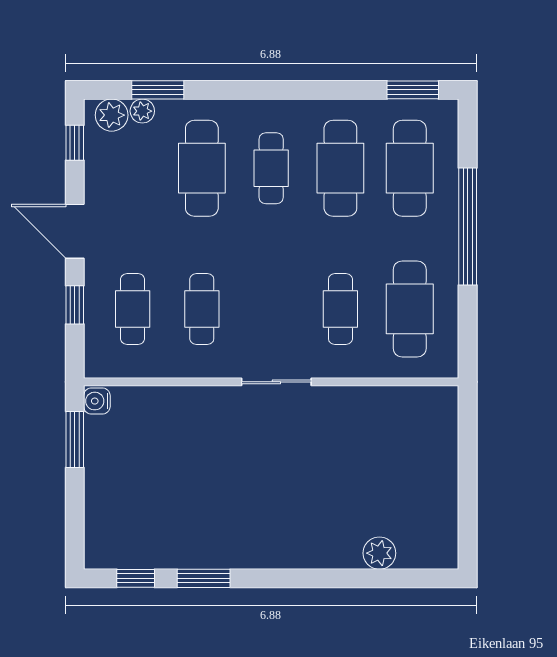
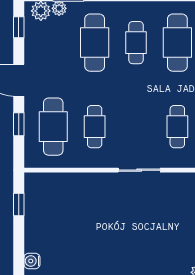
cafe table: (133, 309) -> (53, 127), width x1.37, depth x1.35
water cooler: (97, 401) -> (32, 261), moved
window: (75, 439) -> (19, 204), width x0.67

